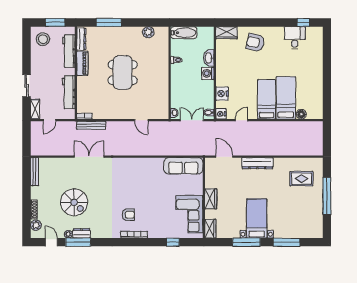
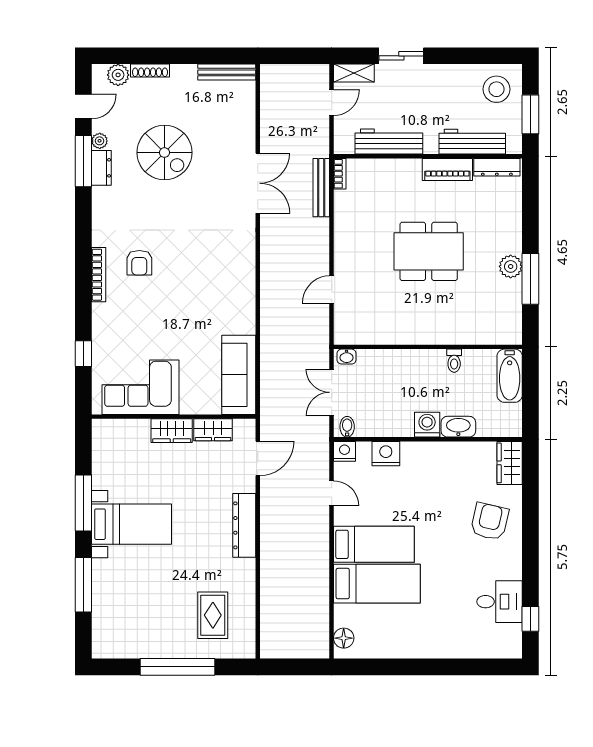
window: (109, 22) -> (530, 279), moved
plant: (148, 32) -> (511, 266), moved
floor lamp: (301, 114) -> (344, 638), moved
door: (50, 120) -> (332, 103), swing flipped
double door: (192, 120) -> (332, 392), swing flipped
spiral stairs: (74, 202) -> (164, 153), turned -90
wardrobe: (210, 229) -> (213, 430), moved

